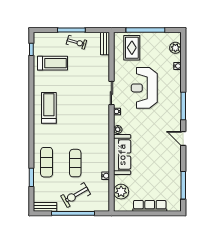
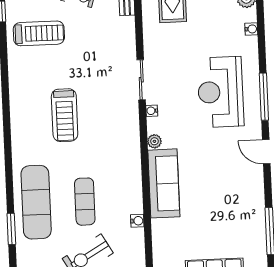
reception desk: (144, 88) -> (221, 92), moved
treadmill: (49, 108) -> (65, 115), moved, turned 180
exercise mat: (47, 162) -> (36, 202), width x1.36, depth x1.45
plant: (121, 192) -> (165, 247), removed

